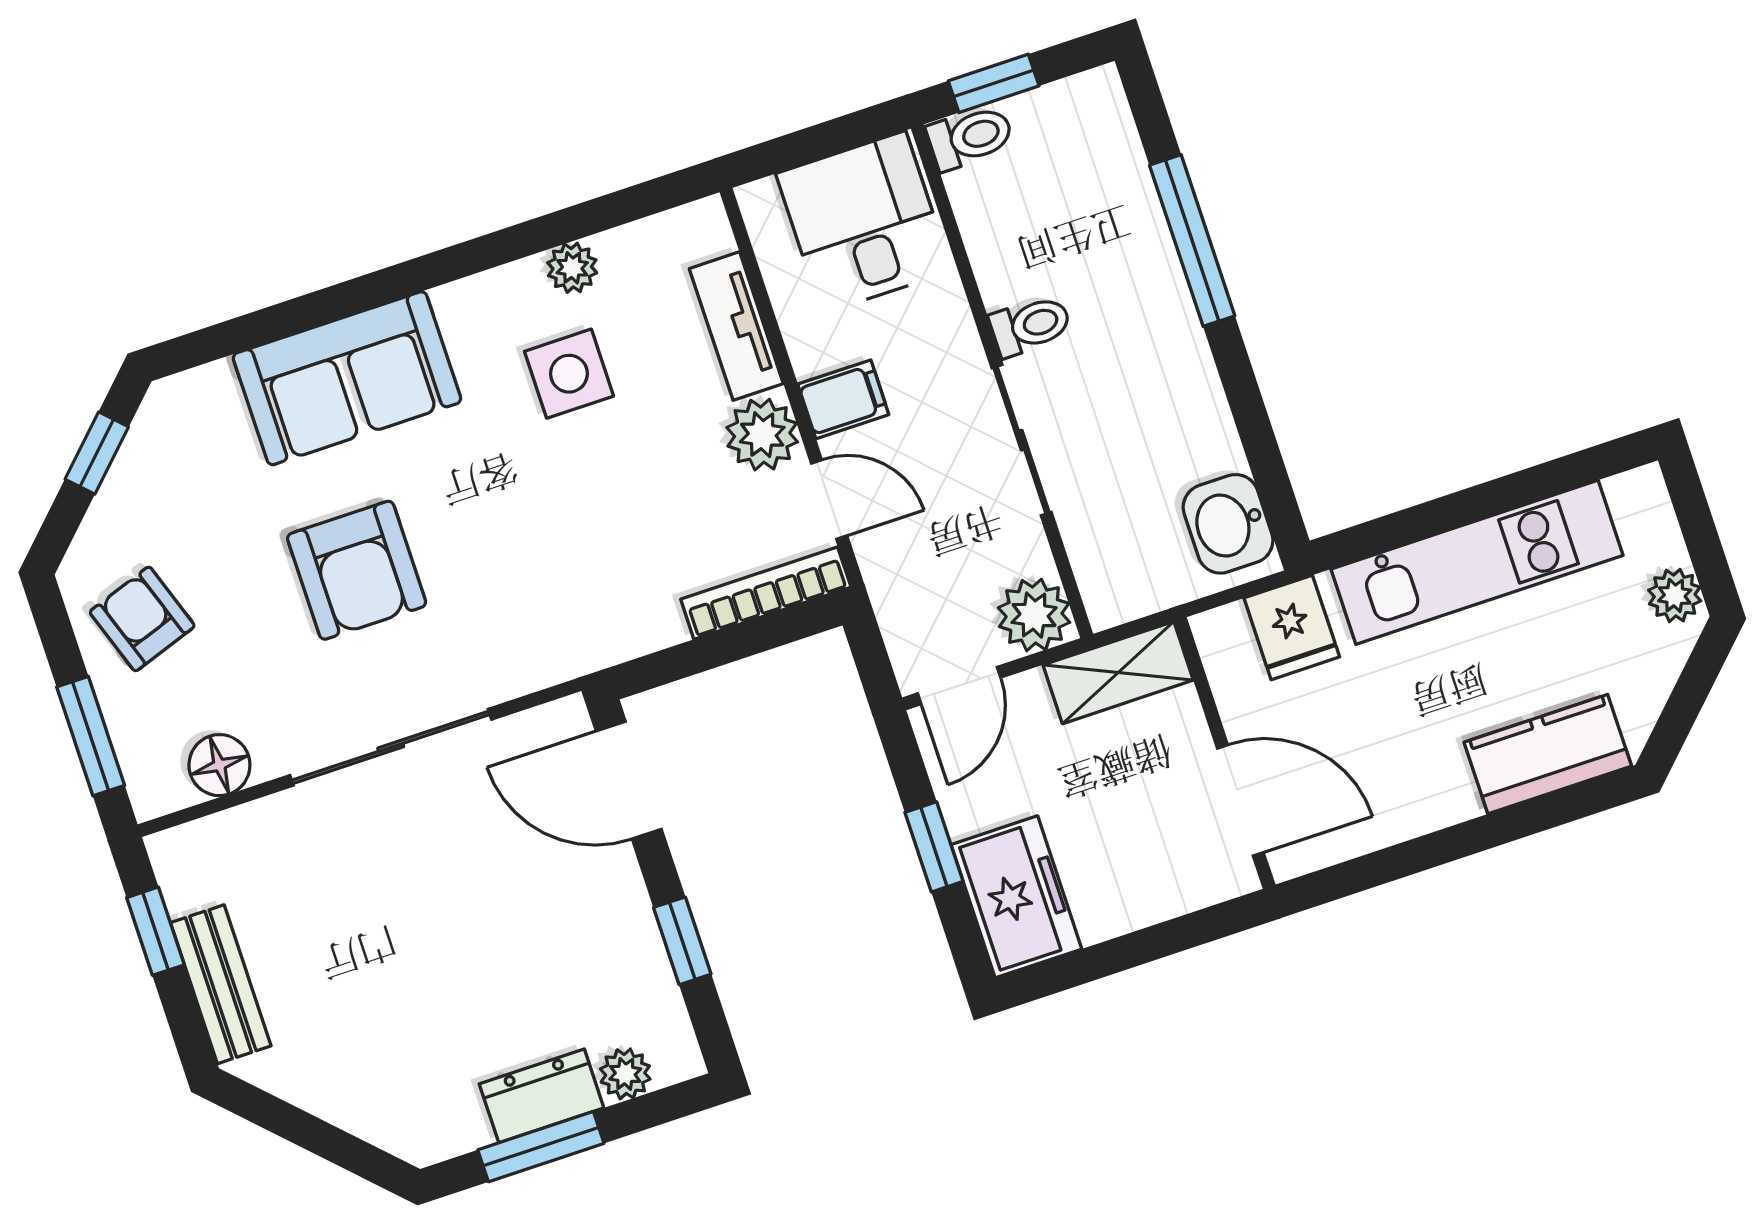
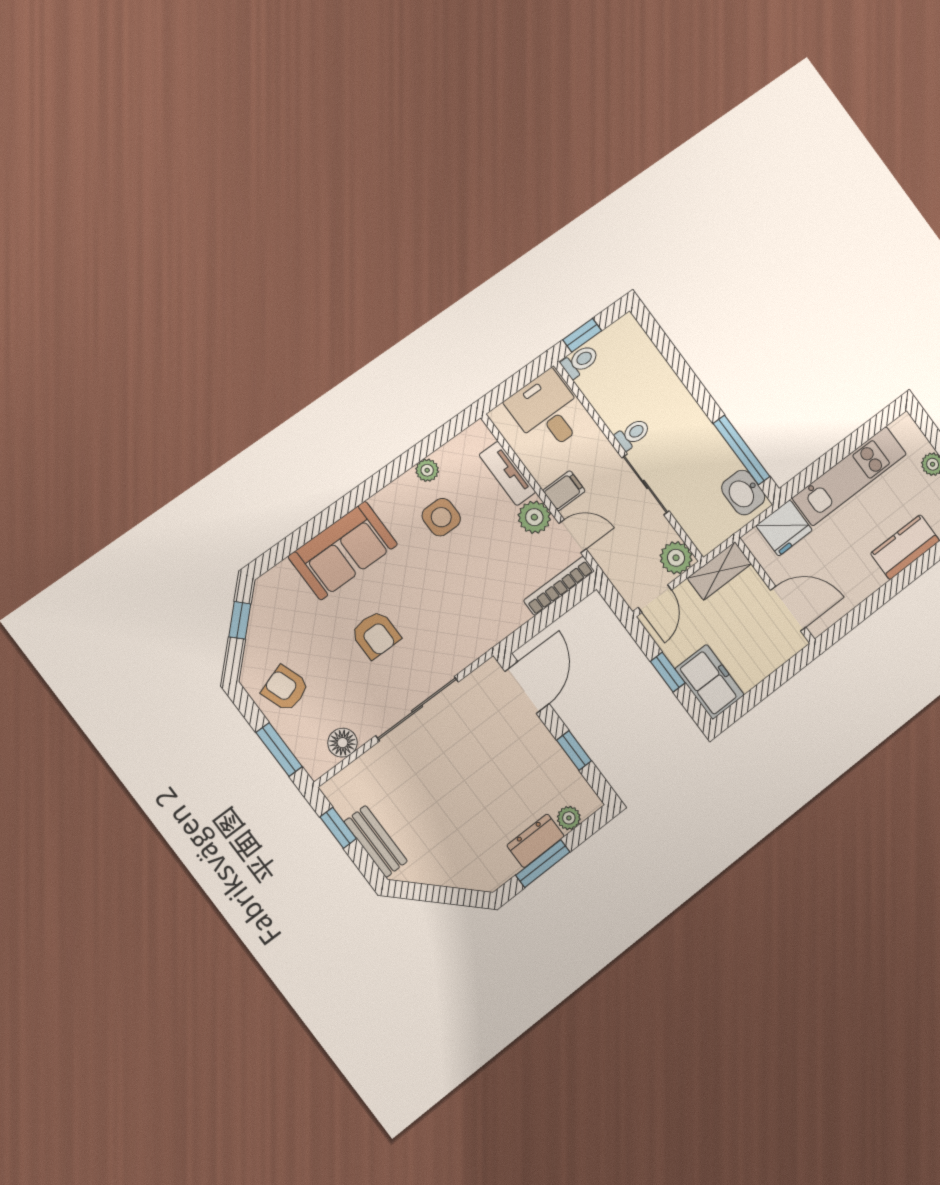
window: (1192, 240) -> (741, 450), moved
armchair: (357, 570) -> (376, 635), width x0.72, depth x0.72
fridge: (1292, 627) -> (784, 528), width x1.38
door: (629, 780) -> (527, 688), swing flipped

